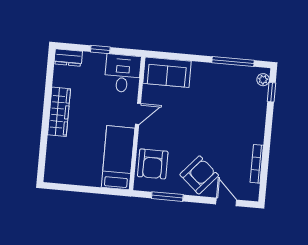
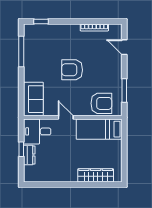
dresser: (68, 58) -> (29, 155), moved
plant: (263, 80) -> (32, 28), removed
wardrobe: (59, 112) -> (96, 175), moved
armchair: (199, 175) -> (72, 70), moved, turned -41
door: (226, 202) -> (124, 47), hinge flipped

